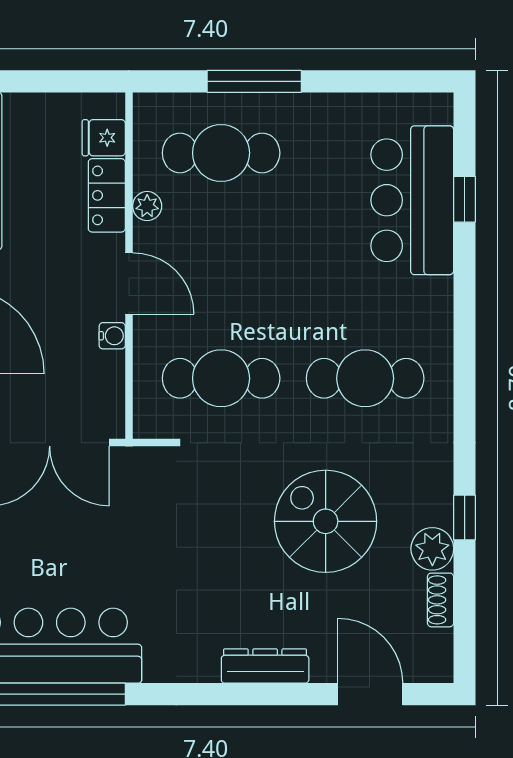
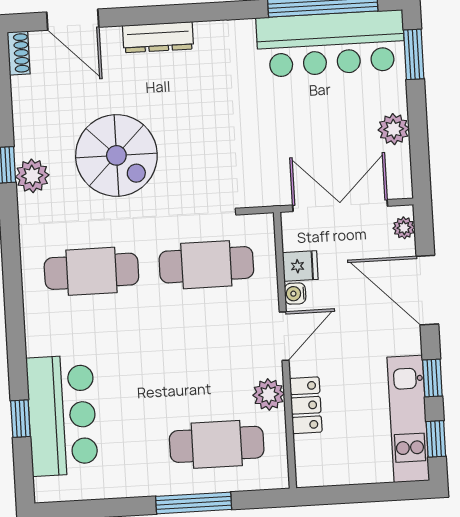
fridge: (104, 138) -> (300, 266), moved
plant: (147, 206) -> (269, 395), width x1.38, depth x1.38
door: (129, 283) -> (284, 336), swing flipped
plant: (432, 549) -> (32, 176), moved
shoe rack: (441, 600) -> (19, 53), moved

